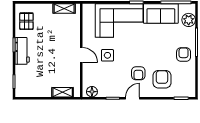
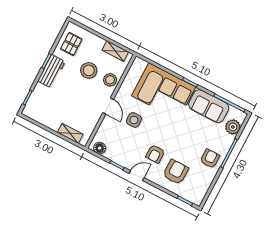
stool: (72, 33) -> (110, 80), added
stool: (51, 35) -> (89, 70), added

